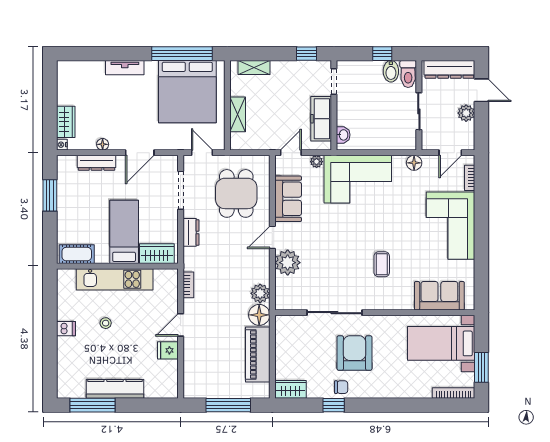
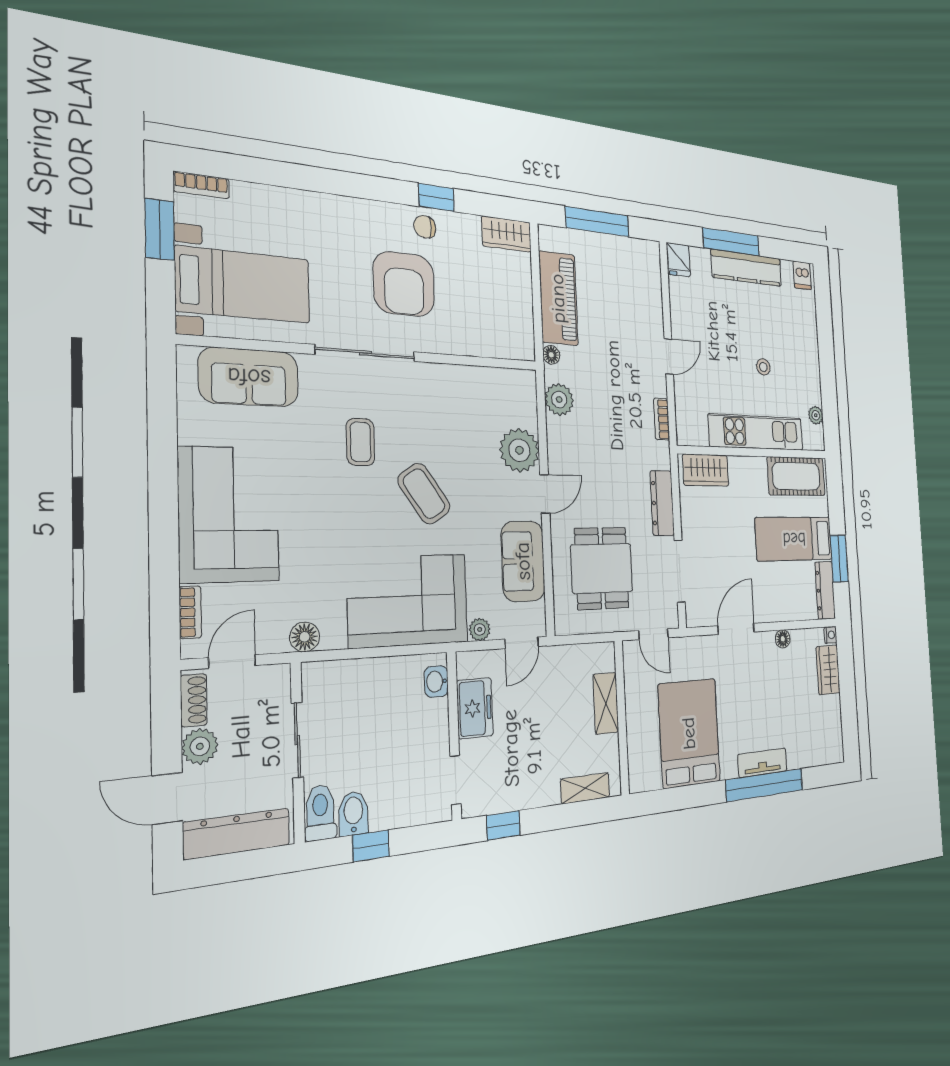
window: (182, 54) -> (765, 785), moved
bed: (187, 92) -> (689, 733), width x0.73
freezer: (321, 119) -> (475, 708), width x0.71
shoe rack: (469, 135) -> (194, 700), added
dresser: (97, 163) -> (825, 590), moved, turned -90
bed: (124, 232) -> (794, 539), moved, turned 90
dresser: (191, 232) -> (662, 503), width x1.44
coffee table: (347, 237) -> (424, 494), added
cot: (77, 254) -> (796, 476), width x1.37, depth x1.34
plant: (63, 293) -> (816, 415), added
sliding door: (334, 313) -> (366, 353), moved
floor lamp: (259, 315) -> (551, 355), width x0.53, depth x0.53
dishwasher: (66, 329) -> (802, 275), moved, turned -90
fridge: (168, 350) -> (678, 260), moved, turned 90
bookcase: (454, 393) -> (201, 185), width x0.64
window: (92, 405) -> (731, 242), moved

